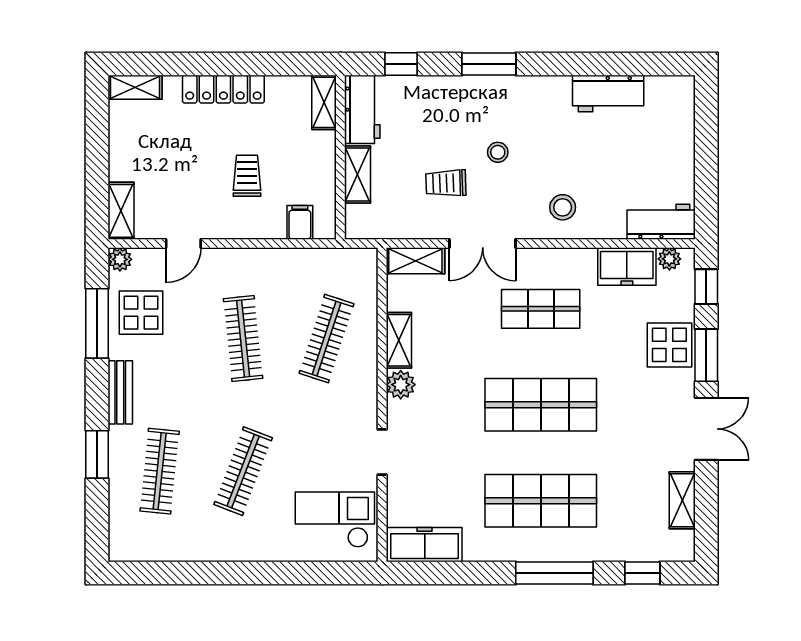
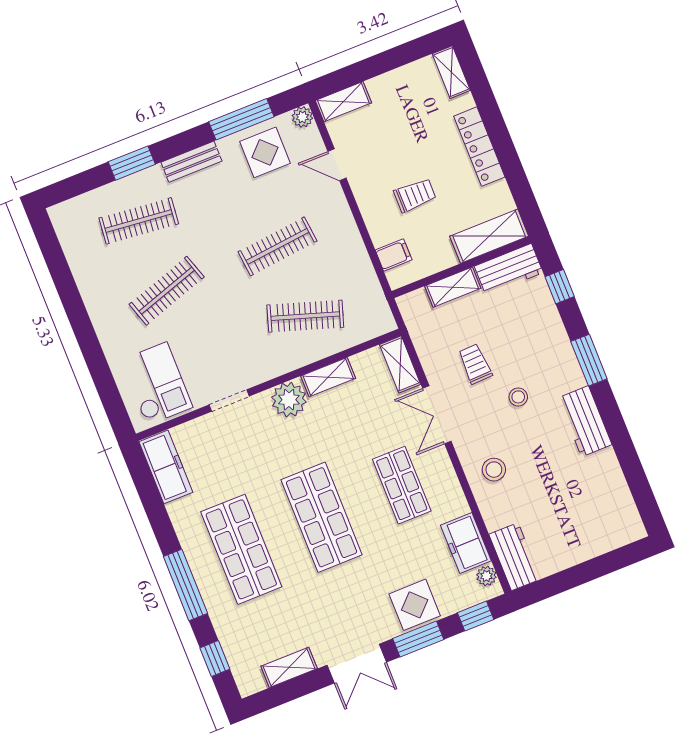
workbench: (608, 94) -> (585, 421), moved
shelving: (324, 102) -> (489, 236), width x1.50, depth x1.33
plant: (401, 385) -> (289, 400), width x1.36, depth x1.36
clothes rail: (243, 471) -> (167, 291), turned -39

